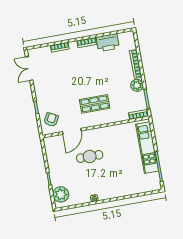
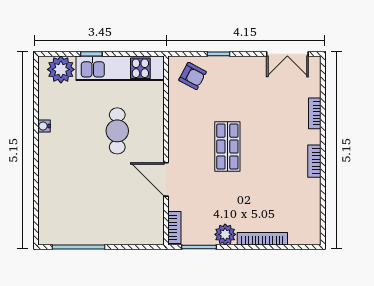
printer: (108, 43) -> (308, 197), removed
double door: (29, 69) -> (287, 54), swing flipped
shop shelf: (95, 104) -> (227, 147), moved
door: (72, 131) -> (166, 179), moved
kitchen unit: (147, 148) -> (120, 68), moved, turned 180

